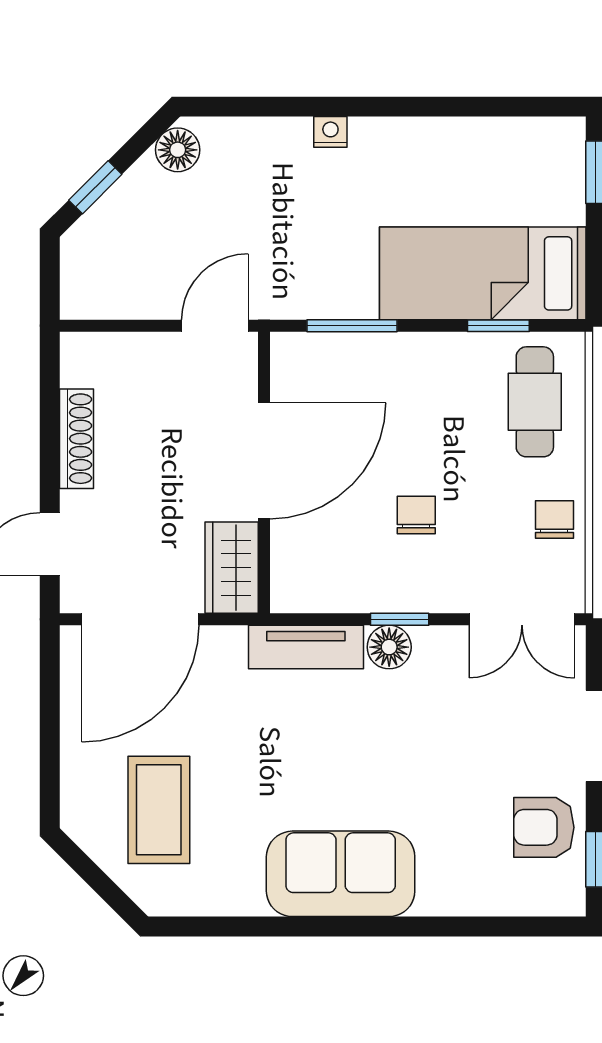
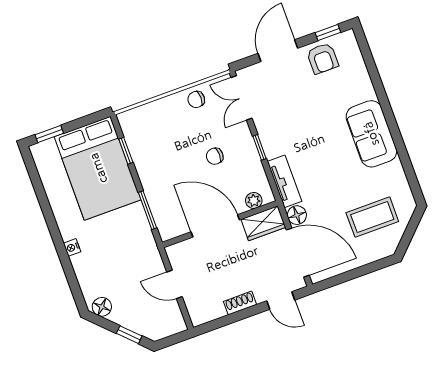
bed: (483, 273) -> (98, 168), width x1.50
door: (215, 326) -> (174, 284), moved
cafe table: (535, 402) -> (151, 125), removed
shoe rack: (77, 439) -> (240, 303), width x0.70
plant: (289, 565) -> (254, 201), added
double door: (522, 619) -> (241, 98), swing flipped
floor lamp: (389, 647) -> (297, 215), moved

